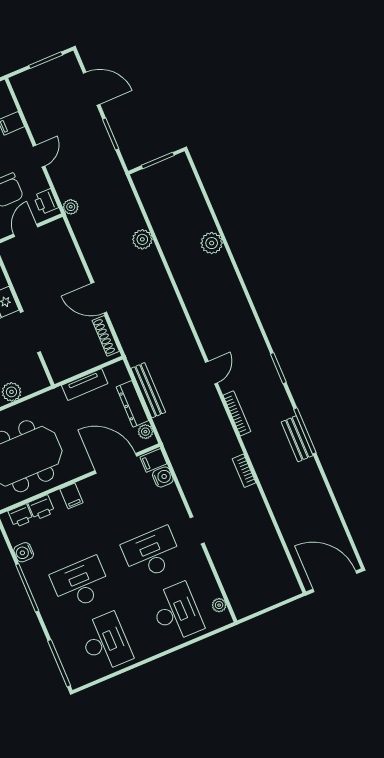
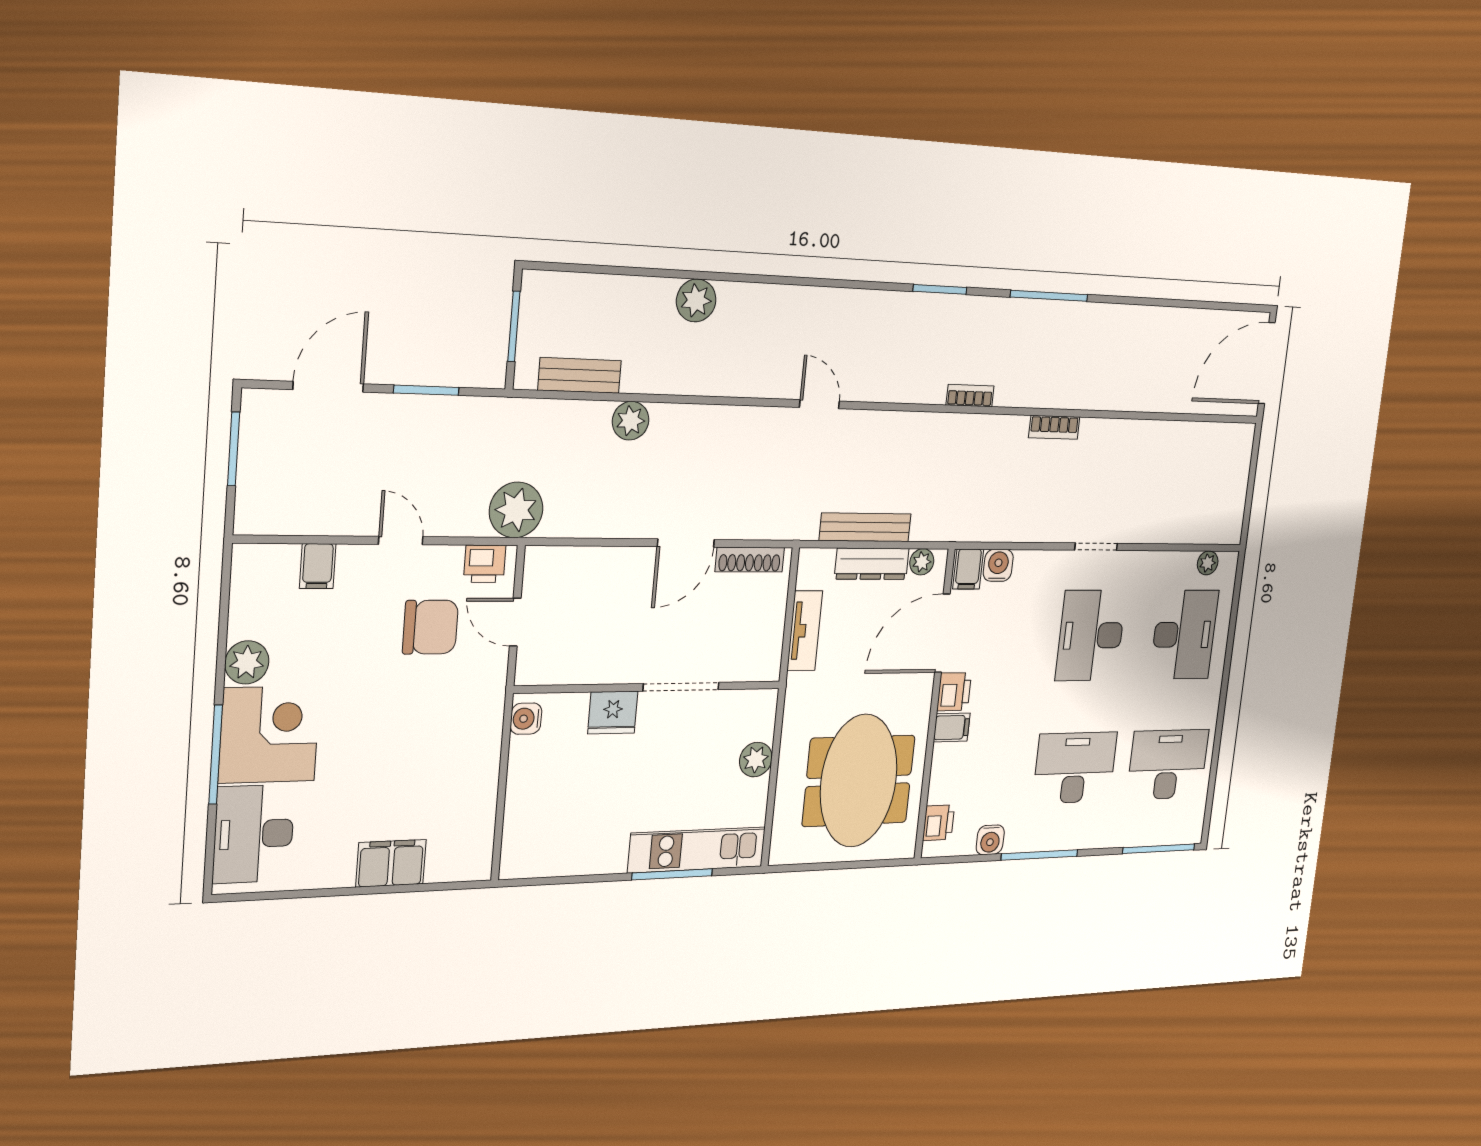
plant: (71, 207) -> (516, 510), width x1.87, depth x1.87
door: (211, 373) -> (819, 404), moved
bookcase: (237, 413) -> (970, 396), width x0.64
bench: (297, 439) -> (580, 375), moved
printer: (41, 508) -> (954, 692), moved
desk: (81, 583) -> (1075, 768), turned 90
desk: (176, 612) -> (1184, 635), turned 90

